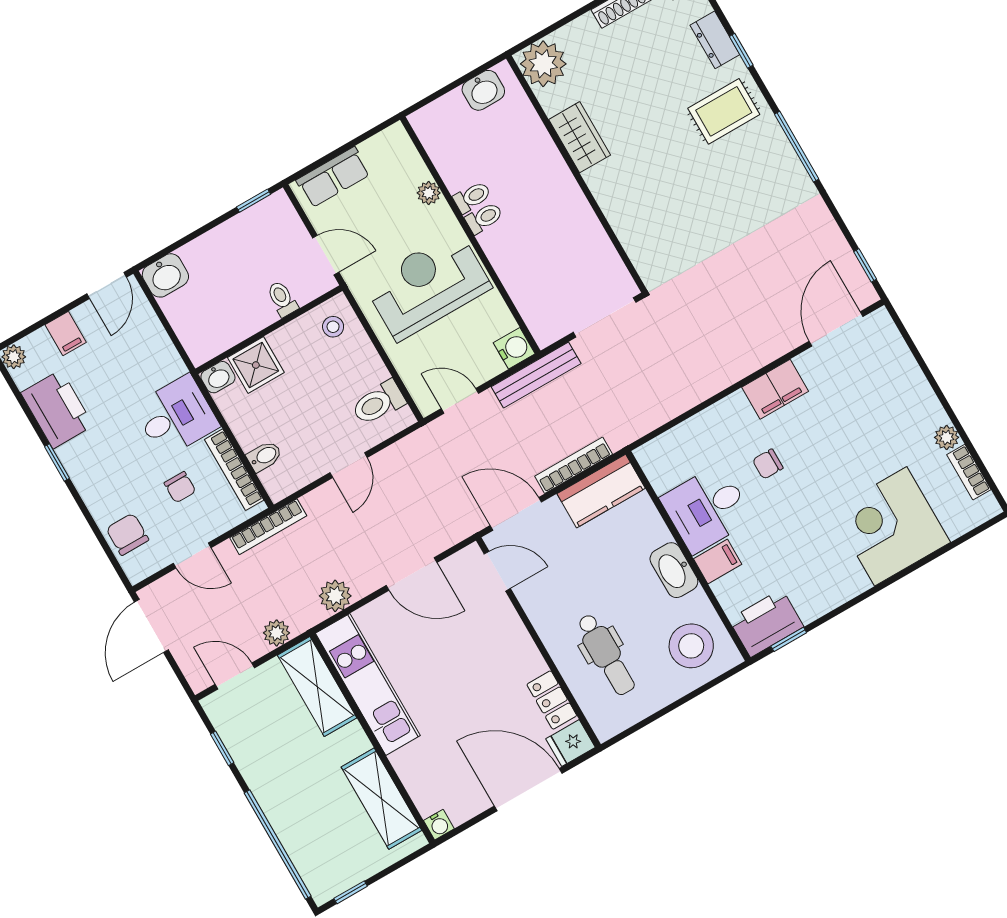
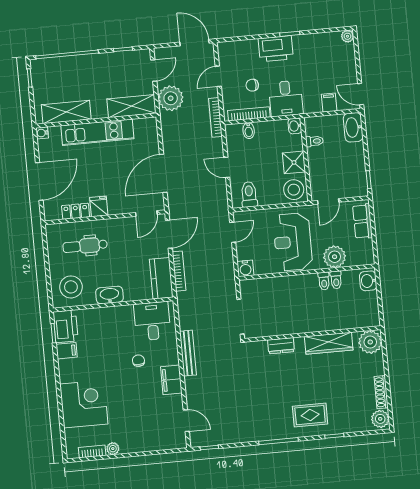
dresser: (715, 40) -> (281, 346), moved, turned 180
washbasin: (483, 90) -> (368, 281), moved
rug: (724, 111) -> (310, 415), turned 90
wardrobe: (580, 137) -> (329, 343), width x1.50
plant: (429, 193) -> (335, 257), width x1.88, depth x1.88
toilet: (484, 218) -> (336, 280), moved
washbasin: (165, 275) -> (353, 127), width x1.38
reception desk: (428, 286) -> (293, 242), turned 180
toilet: (282, 299) -> (314, 141), moved
stool: (333, 327) -> (294, 190), width x1.89, depth x1.89
door: (836, 329) -> (186, 421), width x0.73
filing cabinet: (66, 334) -> (329, 103), moved, turned 90
shower: (256, 365) -> (294, 162), moved
bench: (536, 375) -> (188, 353), moved
printer: (57, 409) -> (276, 49), moved
desk: (707, 509) -> (152, 321), moved
chair: (127, 534) -> (242, 51), removed
filing cabinet: (718, 562) -> (67, 351), moved, turned -90
door: (411, 574) -> (163, 173), width x1.36
plant: (335, 596) -> (169, 134), removed
plant: (277, 633) -> (171, 98), width x1.88, depth x1.88
kitchen unit: (368, 684) -> (97, 132), moved
fridge: (571, 743) -> (99, 206), moved

